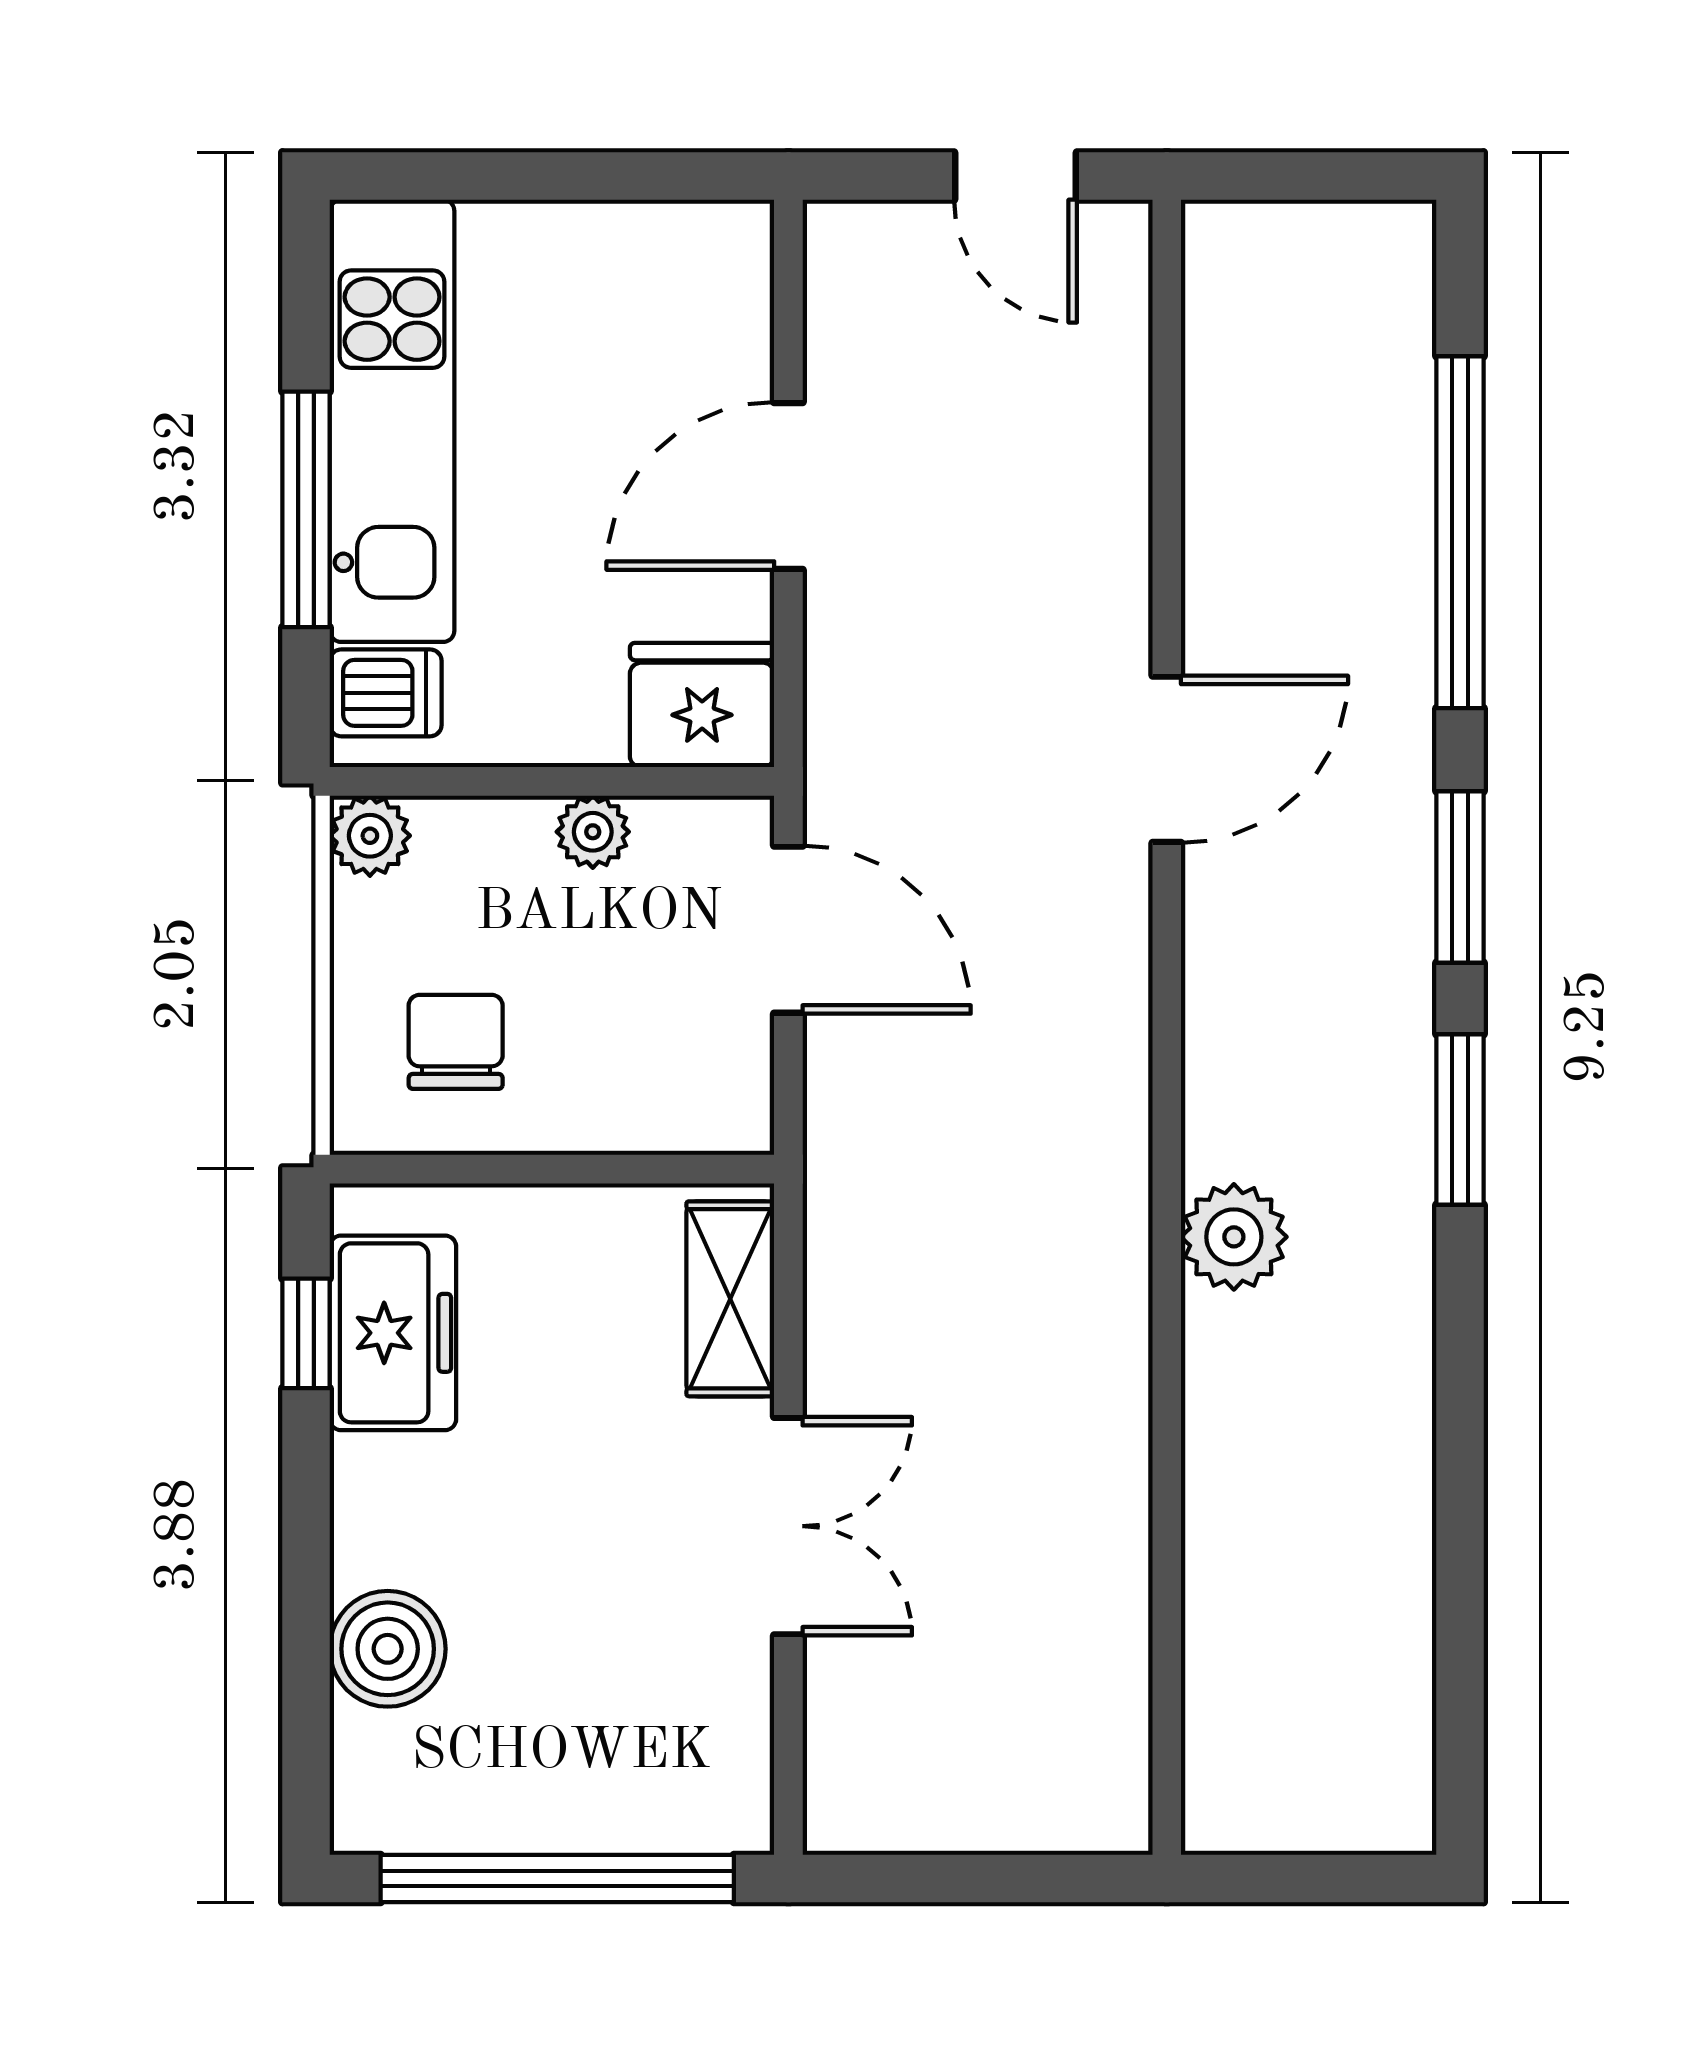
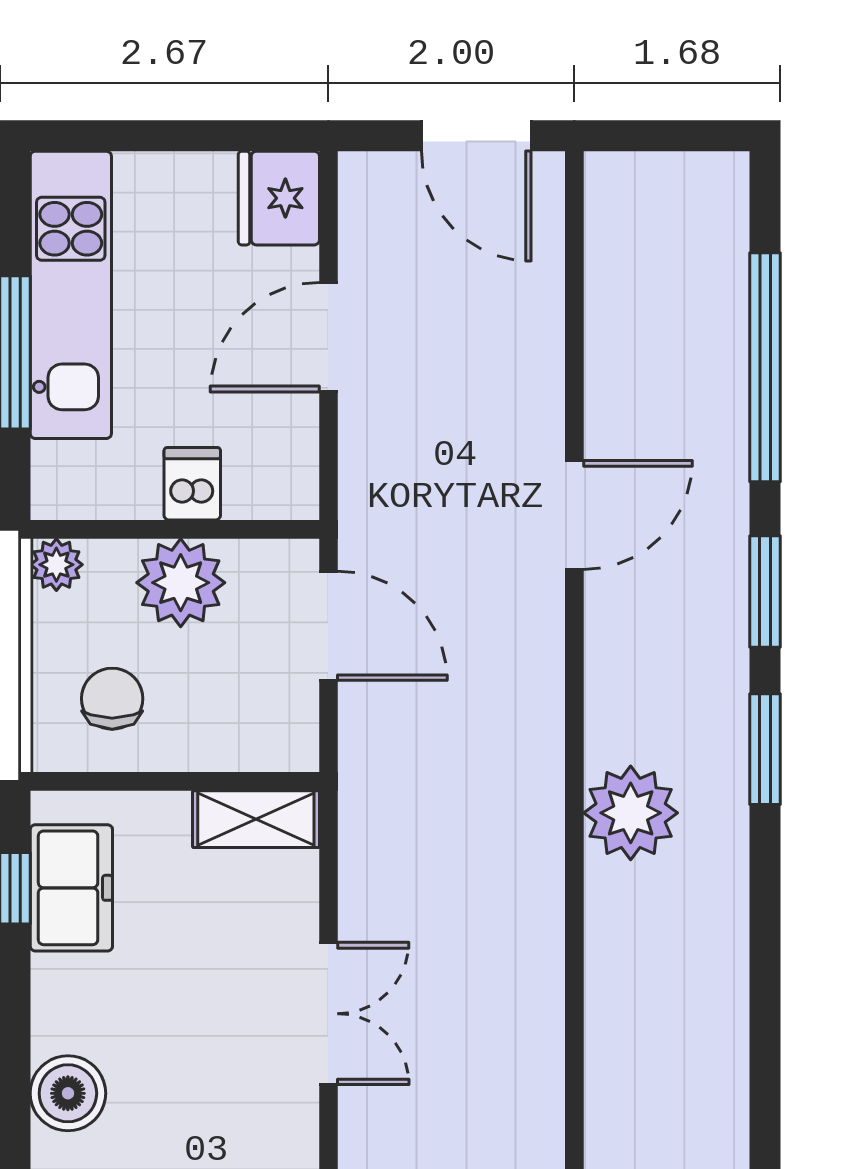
door: (1016, 176) -> (476, 136), width x1.38
dishwasher: (386, 693) -> (192, 484), moved, turned -90
fridge: (702, 705) -> (279, 198), moved, turned -90
plant: (593, 832) -> (181, 583), width x1.88, depth x1.88
plant: (1234, 1237) -> (631, 813), width x1.36, depth x1.36
shelving: (730, 1299) -> (256, 819), moved, turned 90

